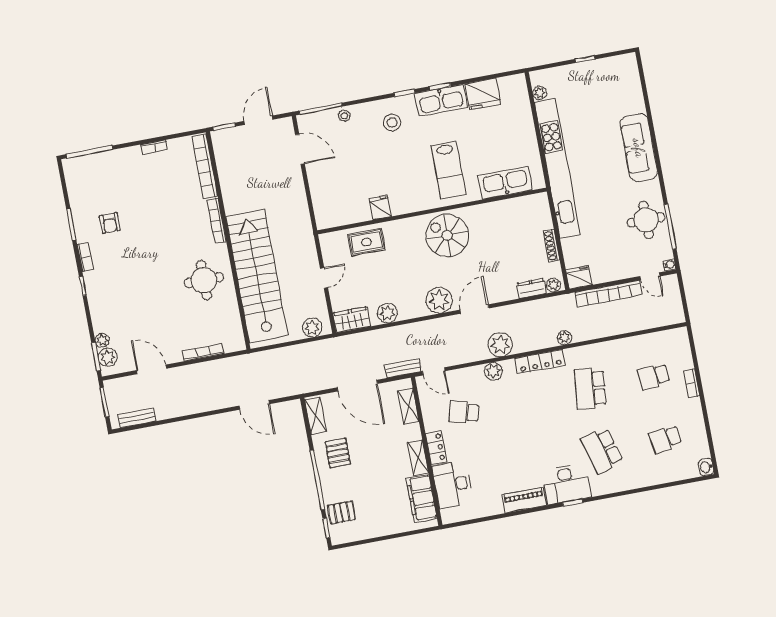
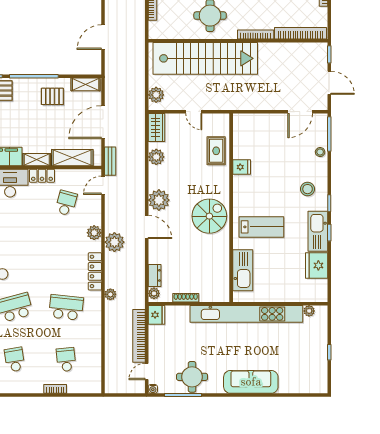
lab bench: (449, 170) -> (261, 227), turned 180
shelving: (408, 406) -> (72, 158), width x1.50, depth x1.33

